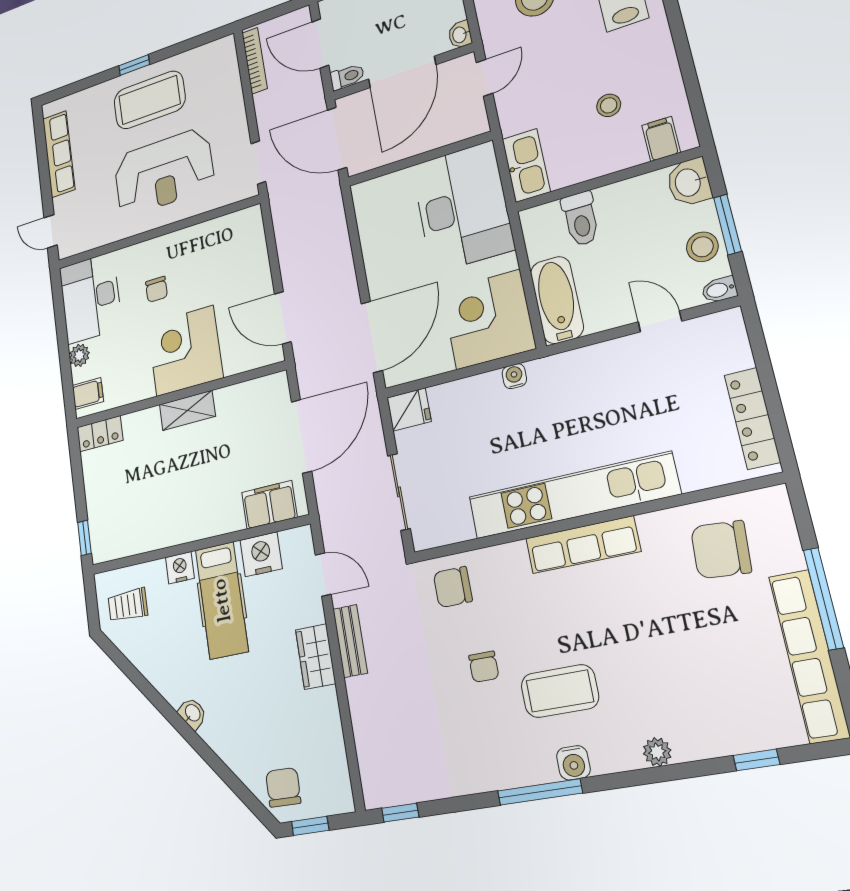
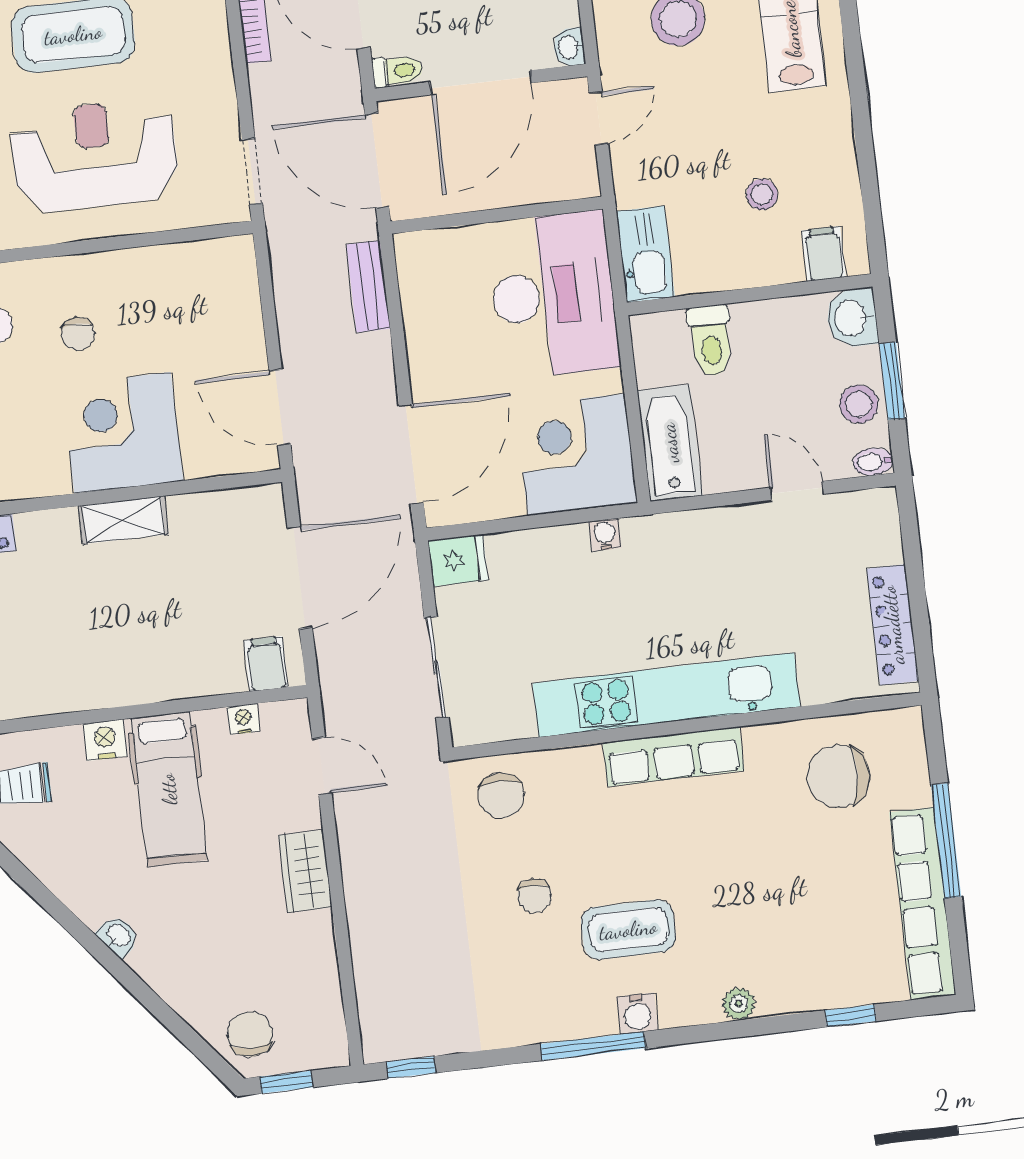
reception desk: (164, 172) -> (95, 155), turned 180
filing cabinet: (269, 505) -> (266, 664), width x0.50
nightstand: (261, 554) -> (243, 719), width x0.53, depth x0.56
chair: (453, 587) -> (501, 795), turned -90
bench: (350, 641) -> (368, 287), moved

